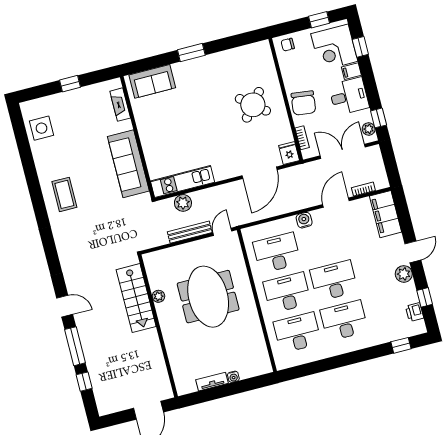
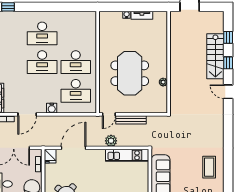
plant: (183, 203) -> (111, 141), moved
stairs: (136, 298) -> (215, 56), moved, turned 180
desk: (297, 333) -> (76, 33), removed
window: (75, 346) -> (228, 63), width x0.46

